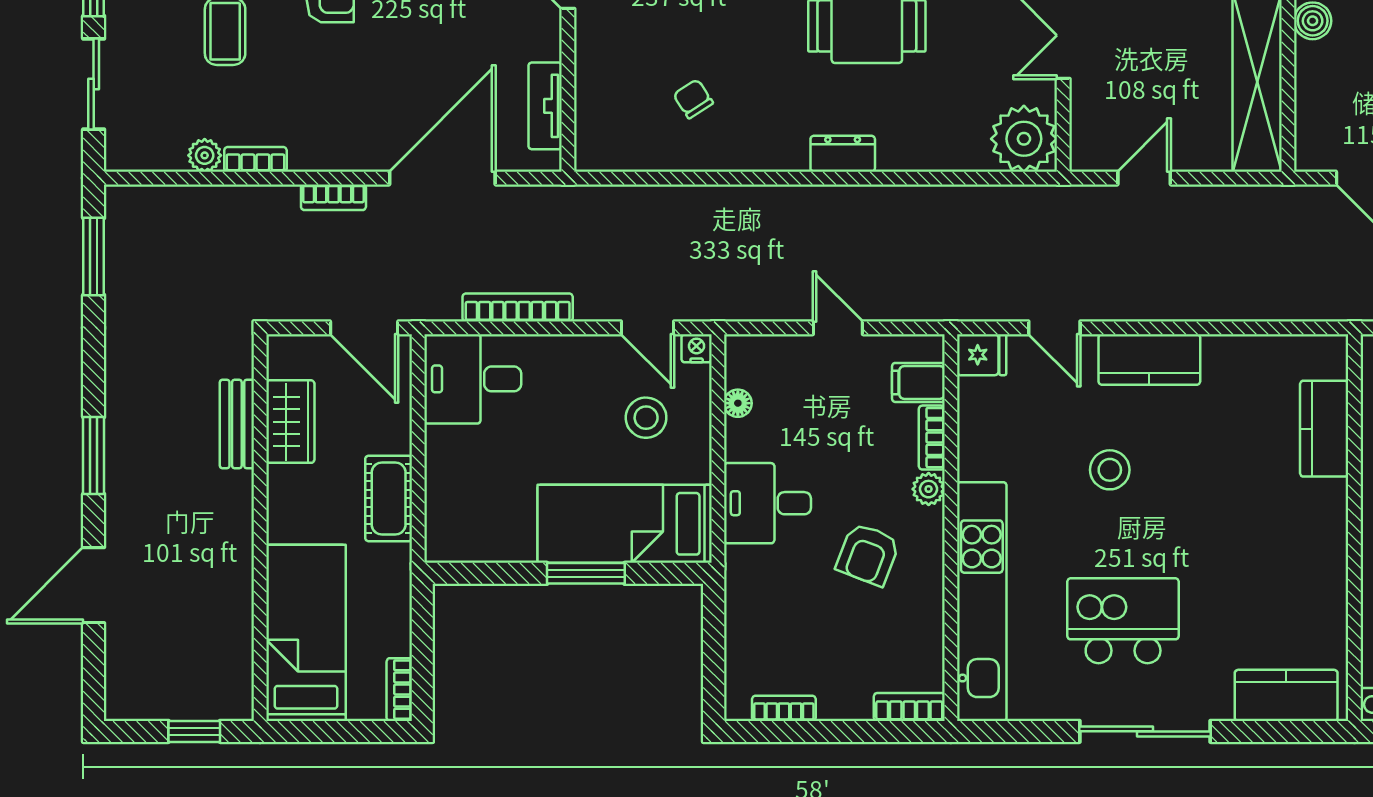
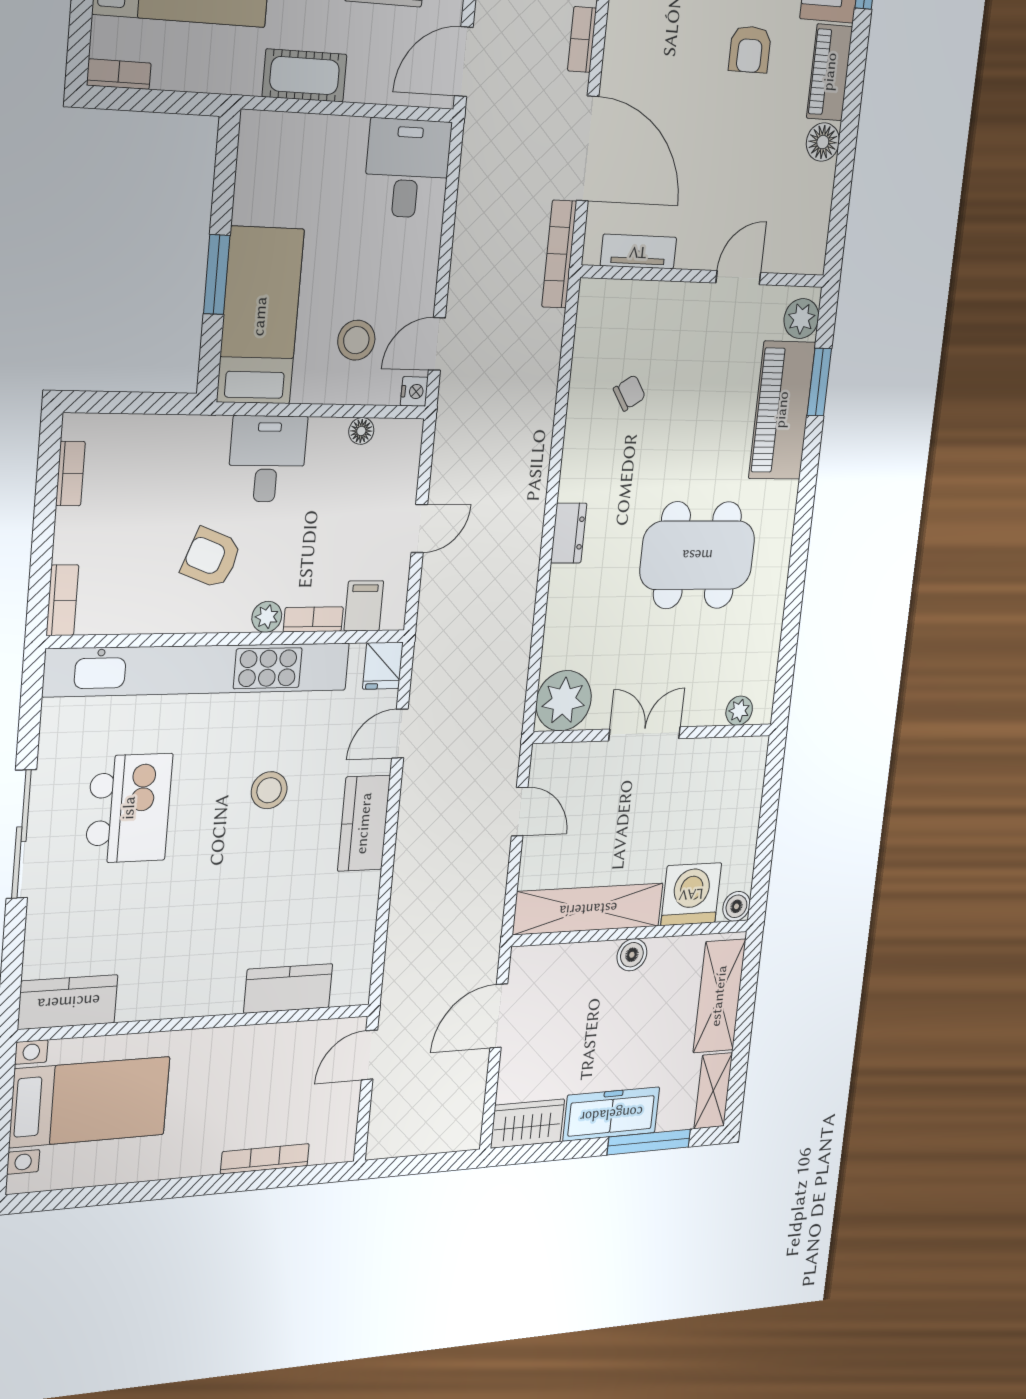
bookcase: (518, 308) -> (559, 254), moved, turned 180
kitchen unit: (982, 602) -> (199, 670), width x1.36
kitchen counter: (1286, 695) -> (68, 1002), moved, turned -90

